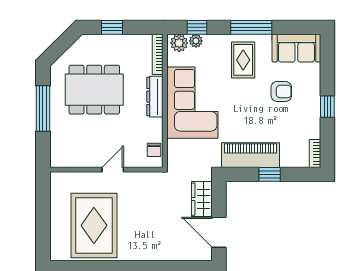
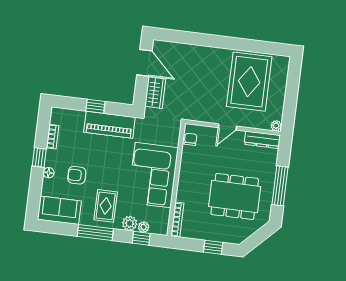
plant: (179, 43) -> (130, 223), moved
floor lamp: (314, 90) -> (49, 173), added
dresser: (155, 97) -> (262, 140), moved, turned 90
bookcase: (315, 153) -> (53, 137), moved
plant: (56, 178) -> (276, 126), added

